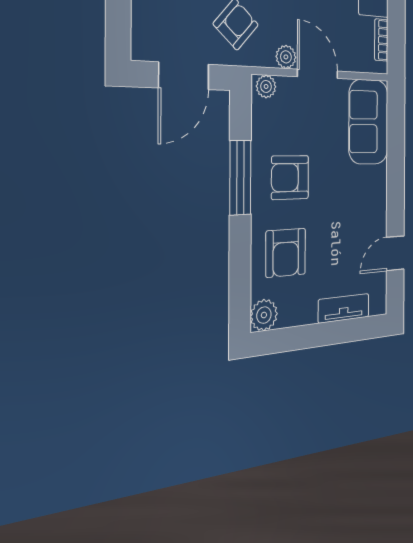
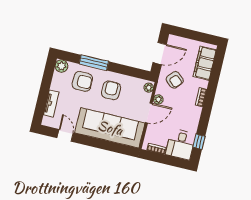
door: (184, 76) -> (160, 54), swing flipped
sofa: (368, 122) -> (110, 128), width x1.85, depth x1.27
window: (240, 178) -> (94, 63), moved
armchair: (286, 253) -> (82, 81), turned 180

